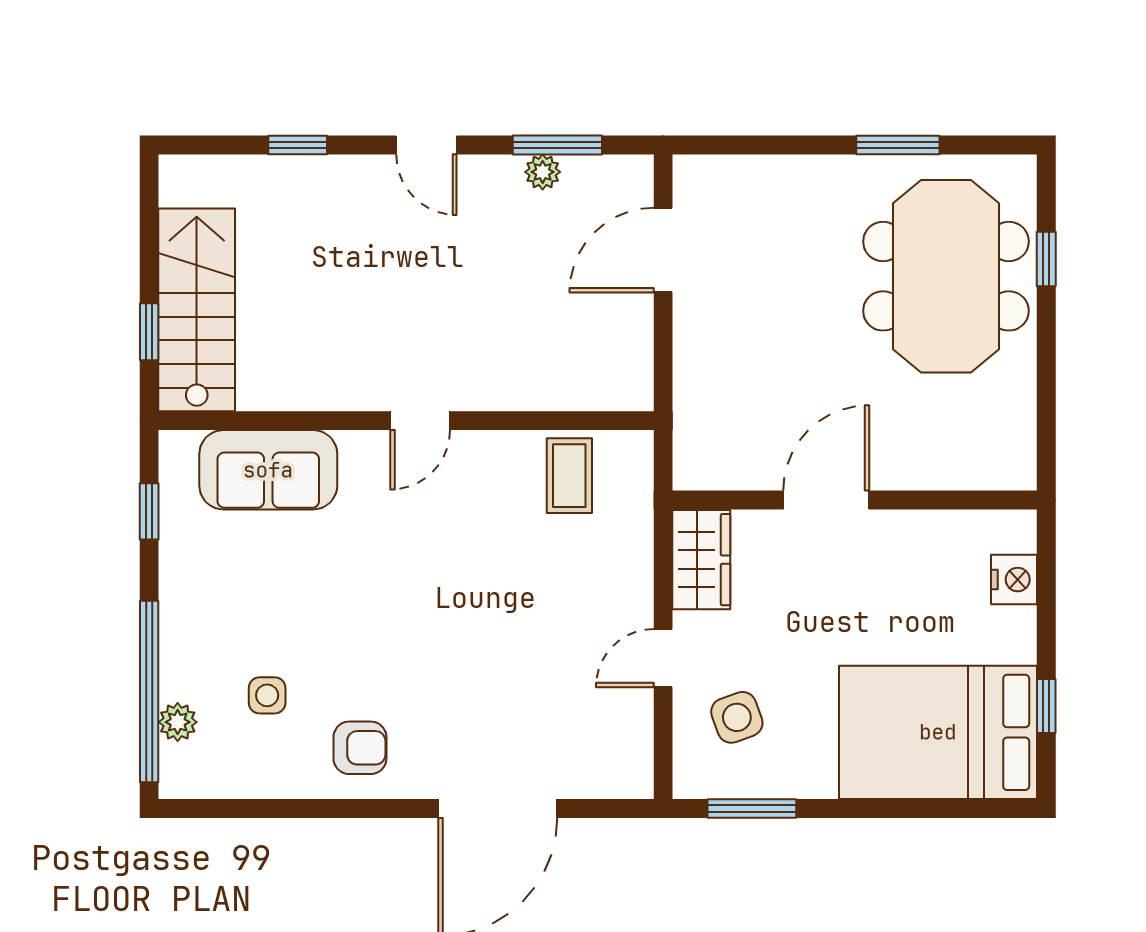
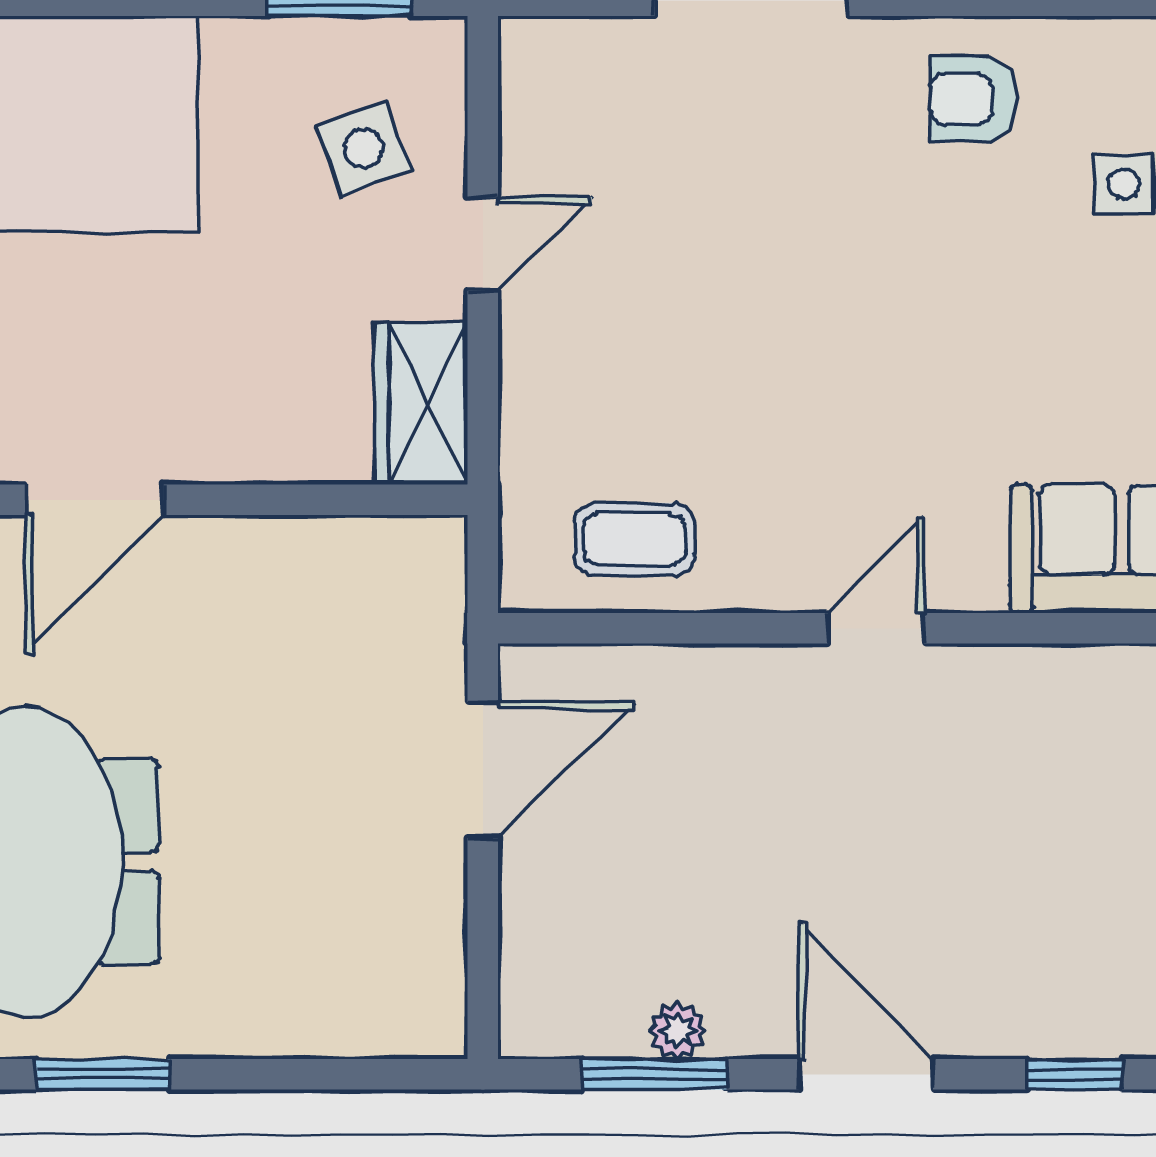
door: (426, 145) -> (866, 1074), width x1.38
door: (663, 250) -> (483, 770), moved
coffee table: (569, 476) -> (635, 539), turned 90
door: (826, 500) -> (94, 500), moved

